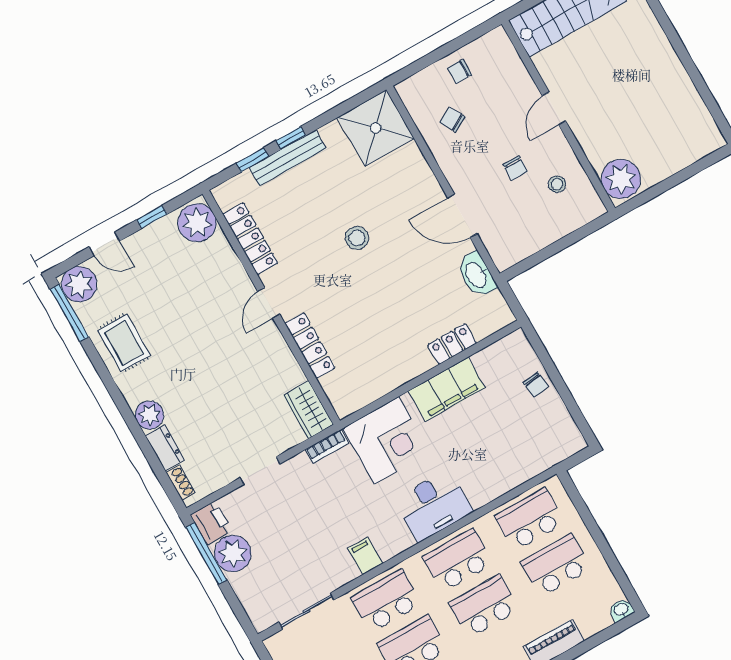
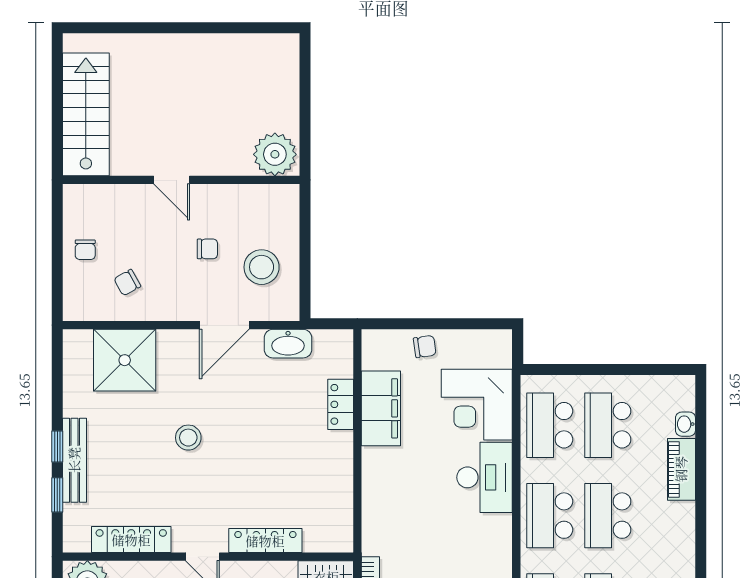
shower: (376, 128) -> (125, 360), moved
stool: (557, 184) -> (262, 267), moved, width x1.89, depth x1.89
filing cabinet: (447, 389) -> (381, 408), moved
corner desk: (387, 440) -> (477, 405), moved, turned 180
desk: (433, 506) -> (485, 477), moved
washbasin: (621, 610) -> (685, 424), moved

